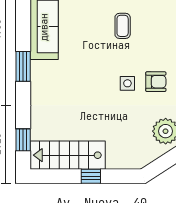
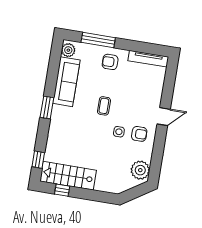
coffee table: (123, 26) -> (104, 106), moved
window: (91, 176) -> (62, 190), moved

